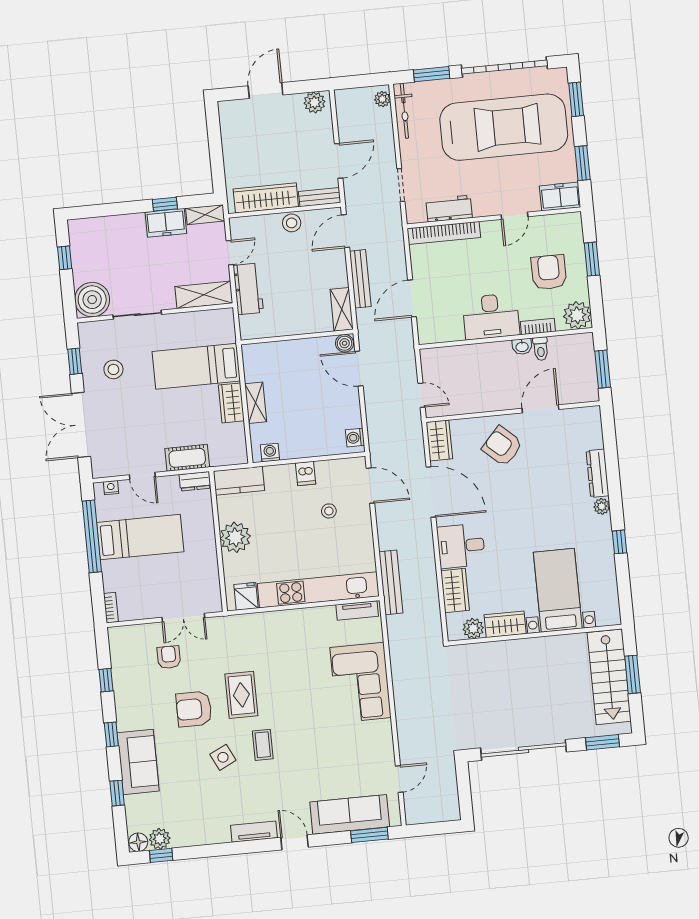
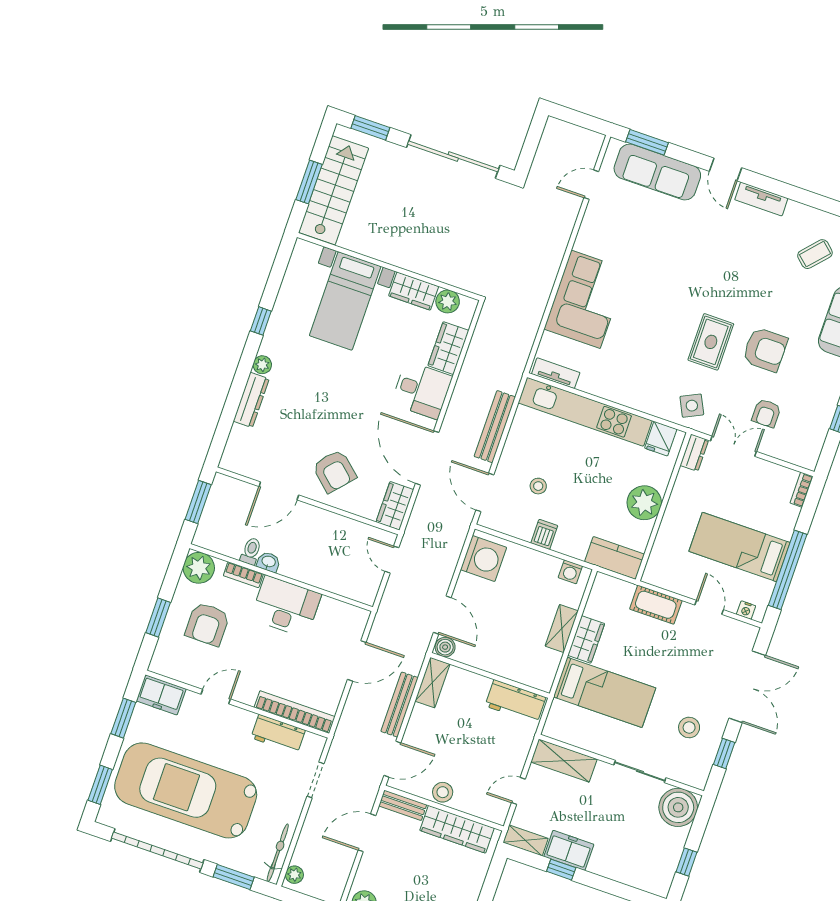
workbench: (248, 289) -> (515, 702), moved, turned -90
washing machine: (355, 438) -> (483, 559), width x1.89, depth x1.89
dresser: (195, 481) -> (694, 453), moved, turned 90
bench: (391, 582) -> (495, 427), moved
coffee table: (263, 745) -> (815, 254), moved, turned 42
side table: (223, 757) -> (692, 406), moved

